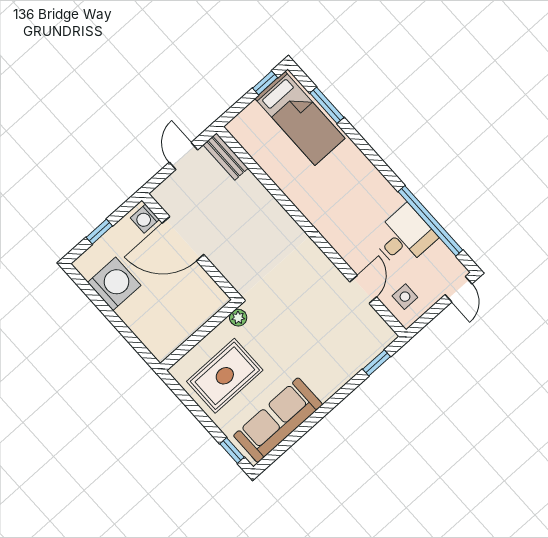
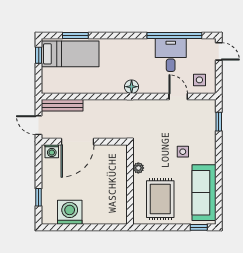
bench: (226, 156) -> (62, 105), width x1.36
washing machine: (145, 219) -> (52, 151), moved
floor lamp: (326, 224) -> (132, 87), added
door: (183, 239) -> (78, 142), moved
wall: (190, 247) -> (84, 142), moved
side table: (304, 352) -> (183, 152), added

